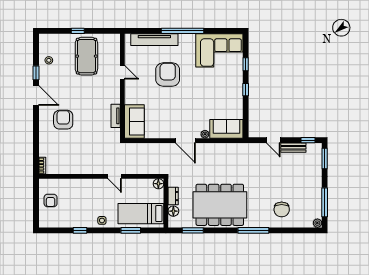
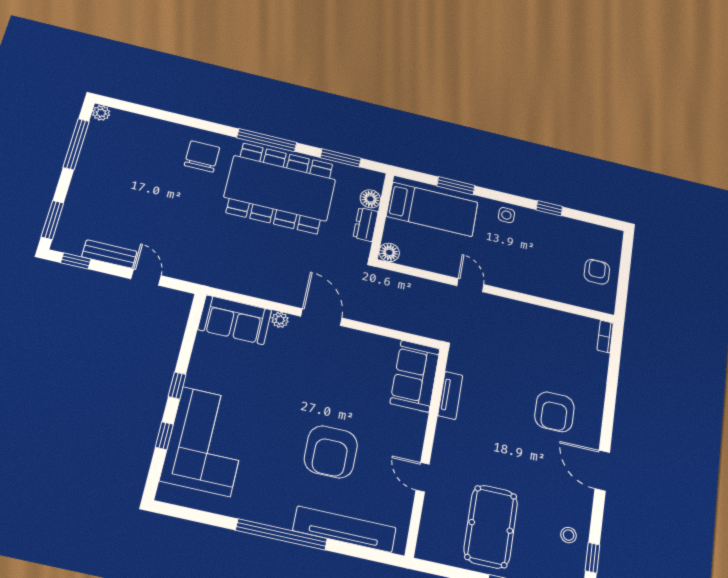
corner sofa: (219, 50) -> (206, 441), moved, turned 90
window: (36, 73) -> (593, 558), moved
chair: (282, 209) -> (202, 156), moved
window: (253, 230) -> (267, 140), moved

